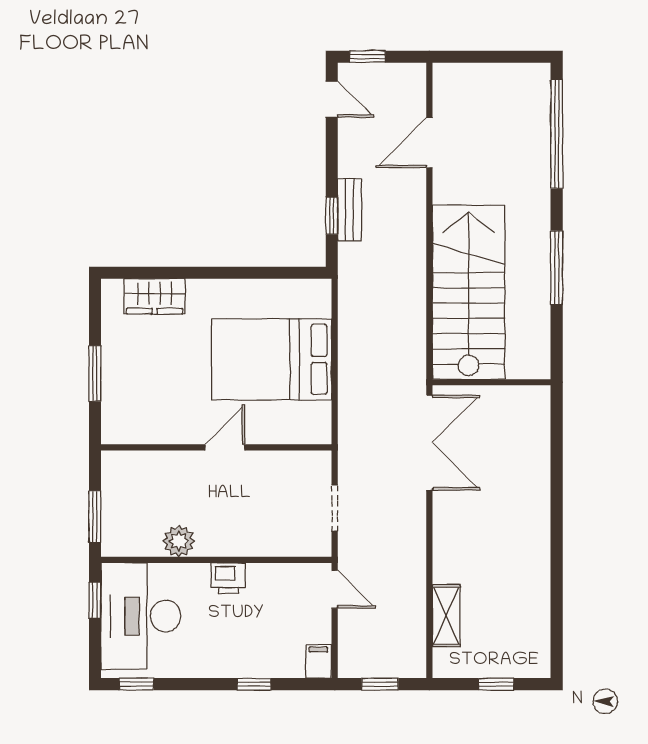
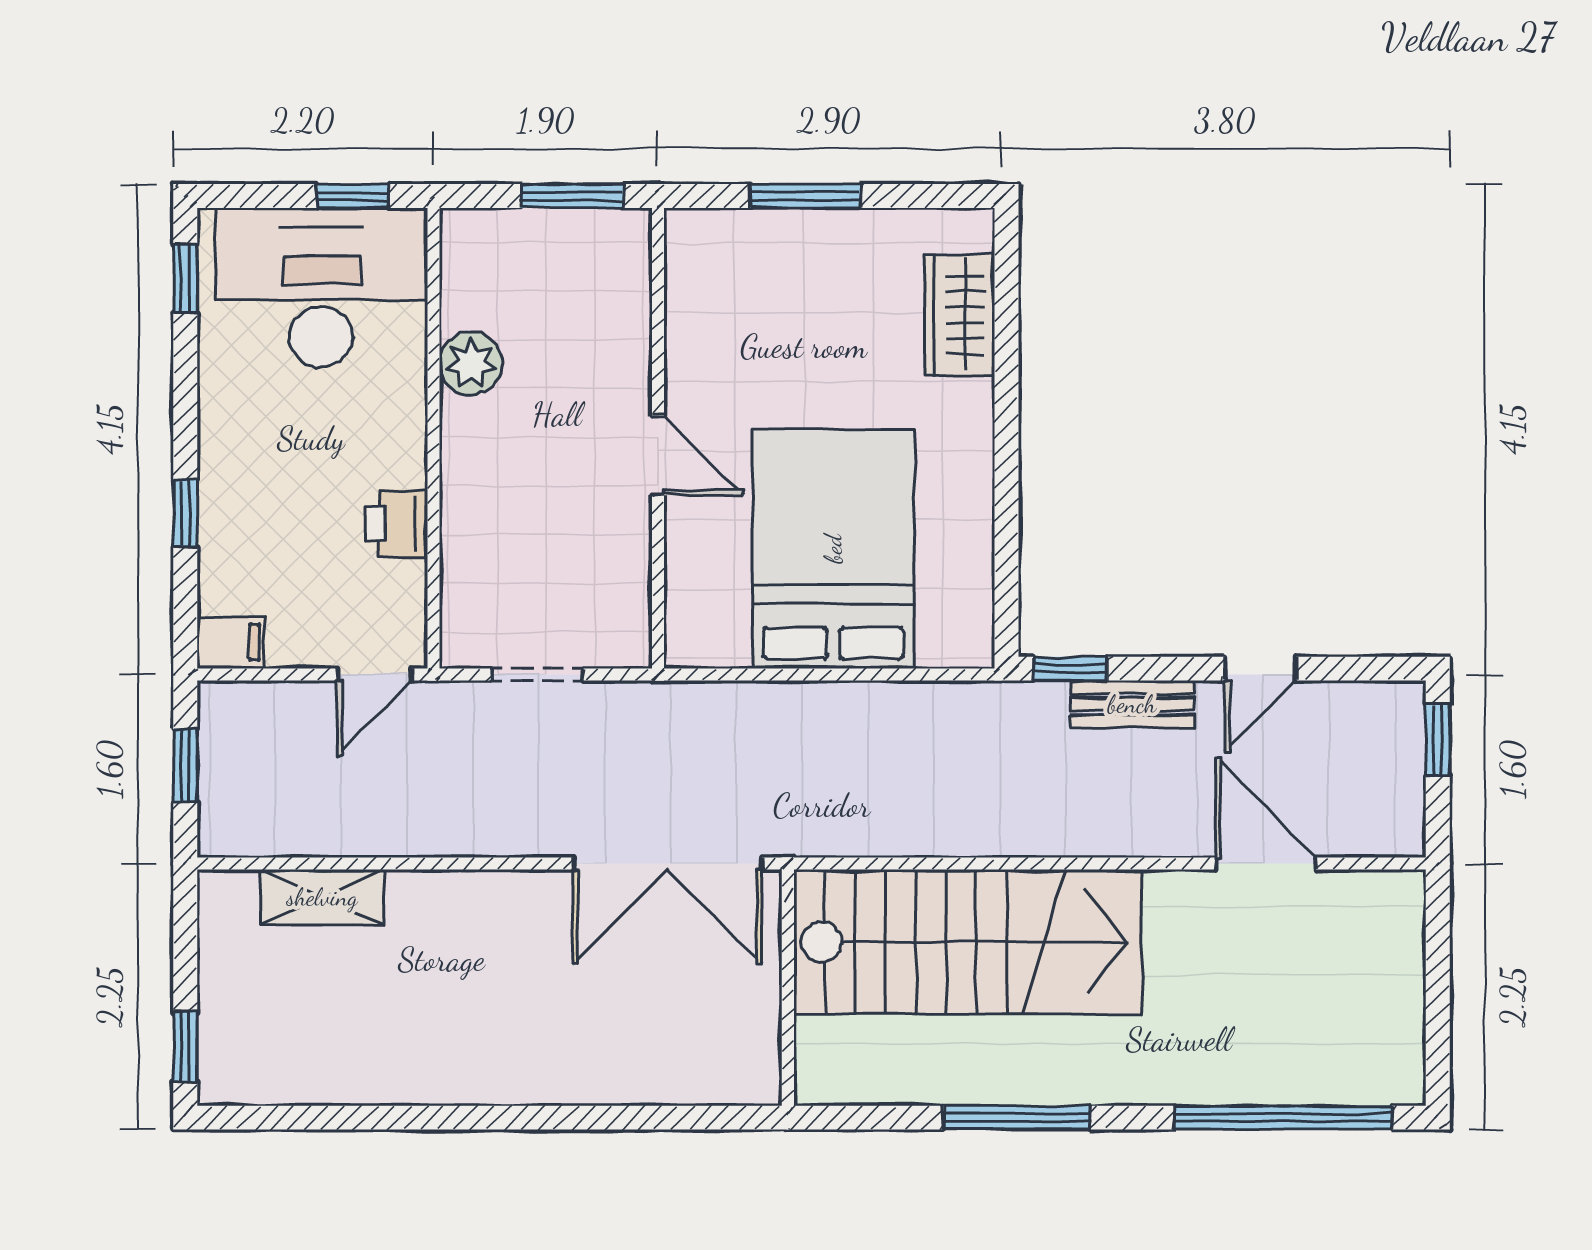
door: (332, 99) -> (1260, 669), moved
window: (332, 216) -> (1070, 669), moved
window: (95, 517) -> (572, 196), moved
printer: (228, 578) -> (397, 524), moved
window: (496, 684) -> (185, 1047), moved

